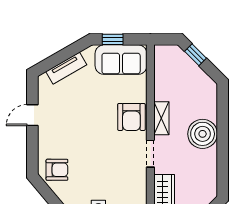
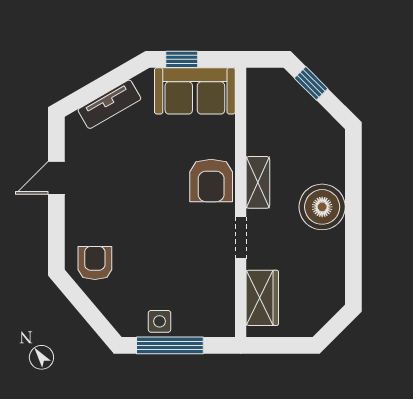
armchair: (57, 170) -> (95, 263), turned -90

